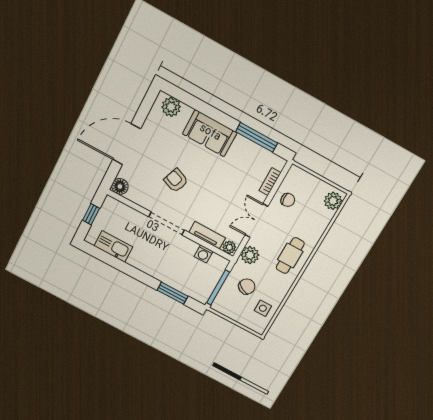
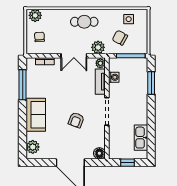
chair: (288, 200) -> (39, 37), moved

